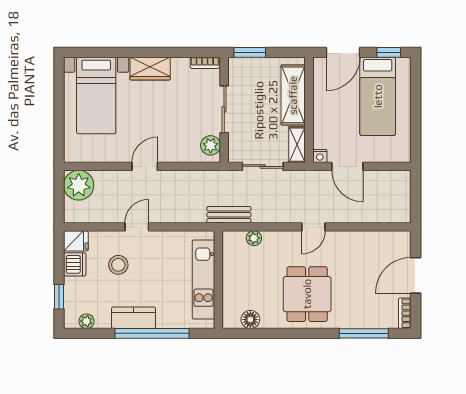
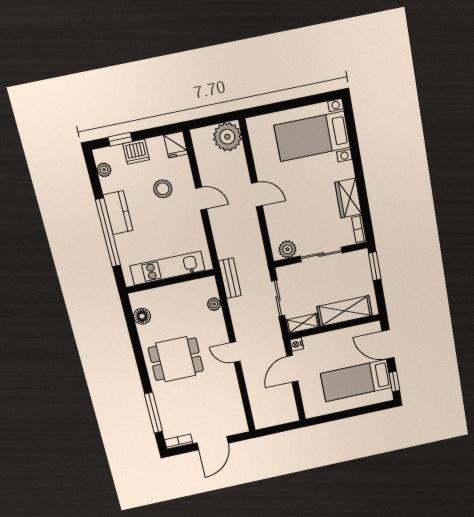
wardrobe: (150, 69) -> (348, 198), moved
dishwasher: (75, 264) -> (136, 152), moved
door: (416, 275) -> (213, 443), swing flipped

